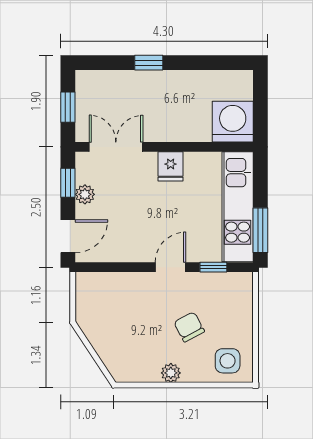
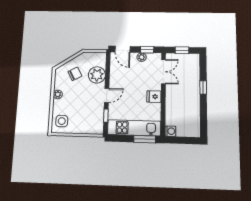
washing machine: (233, 122) -> (170, 131), width x0.53, depth x0.53
window: (260, 230) -> (145, 139), moved
door: (171, 267) -> (107, 95), hinge flipped
plant: (126, 290) -> (97, 75), added
chair: (189, 327) -> (75, 74), moved

